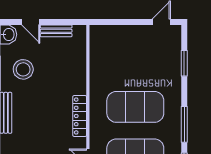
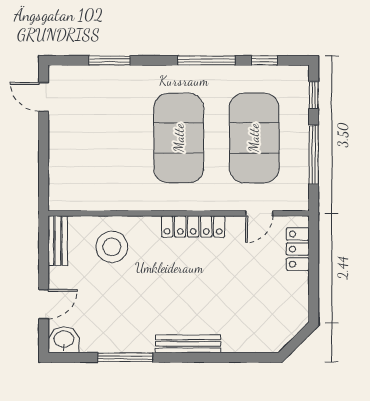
bench: (56, 31) -> (58, 241), moved
stool: (23, 69) -> (112, 247), moved

